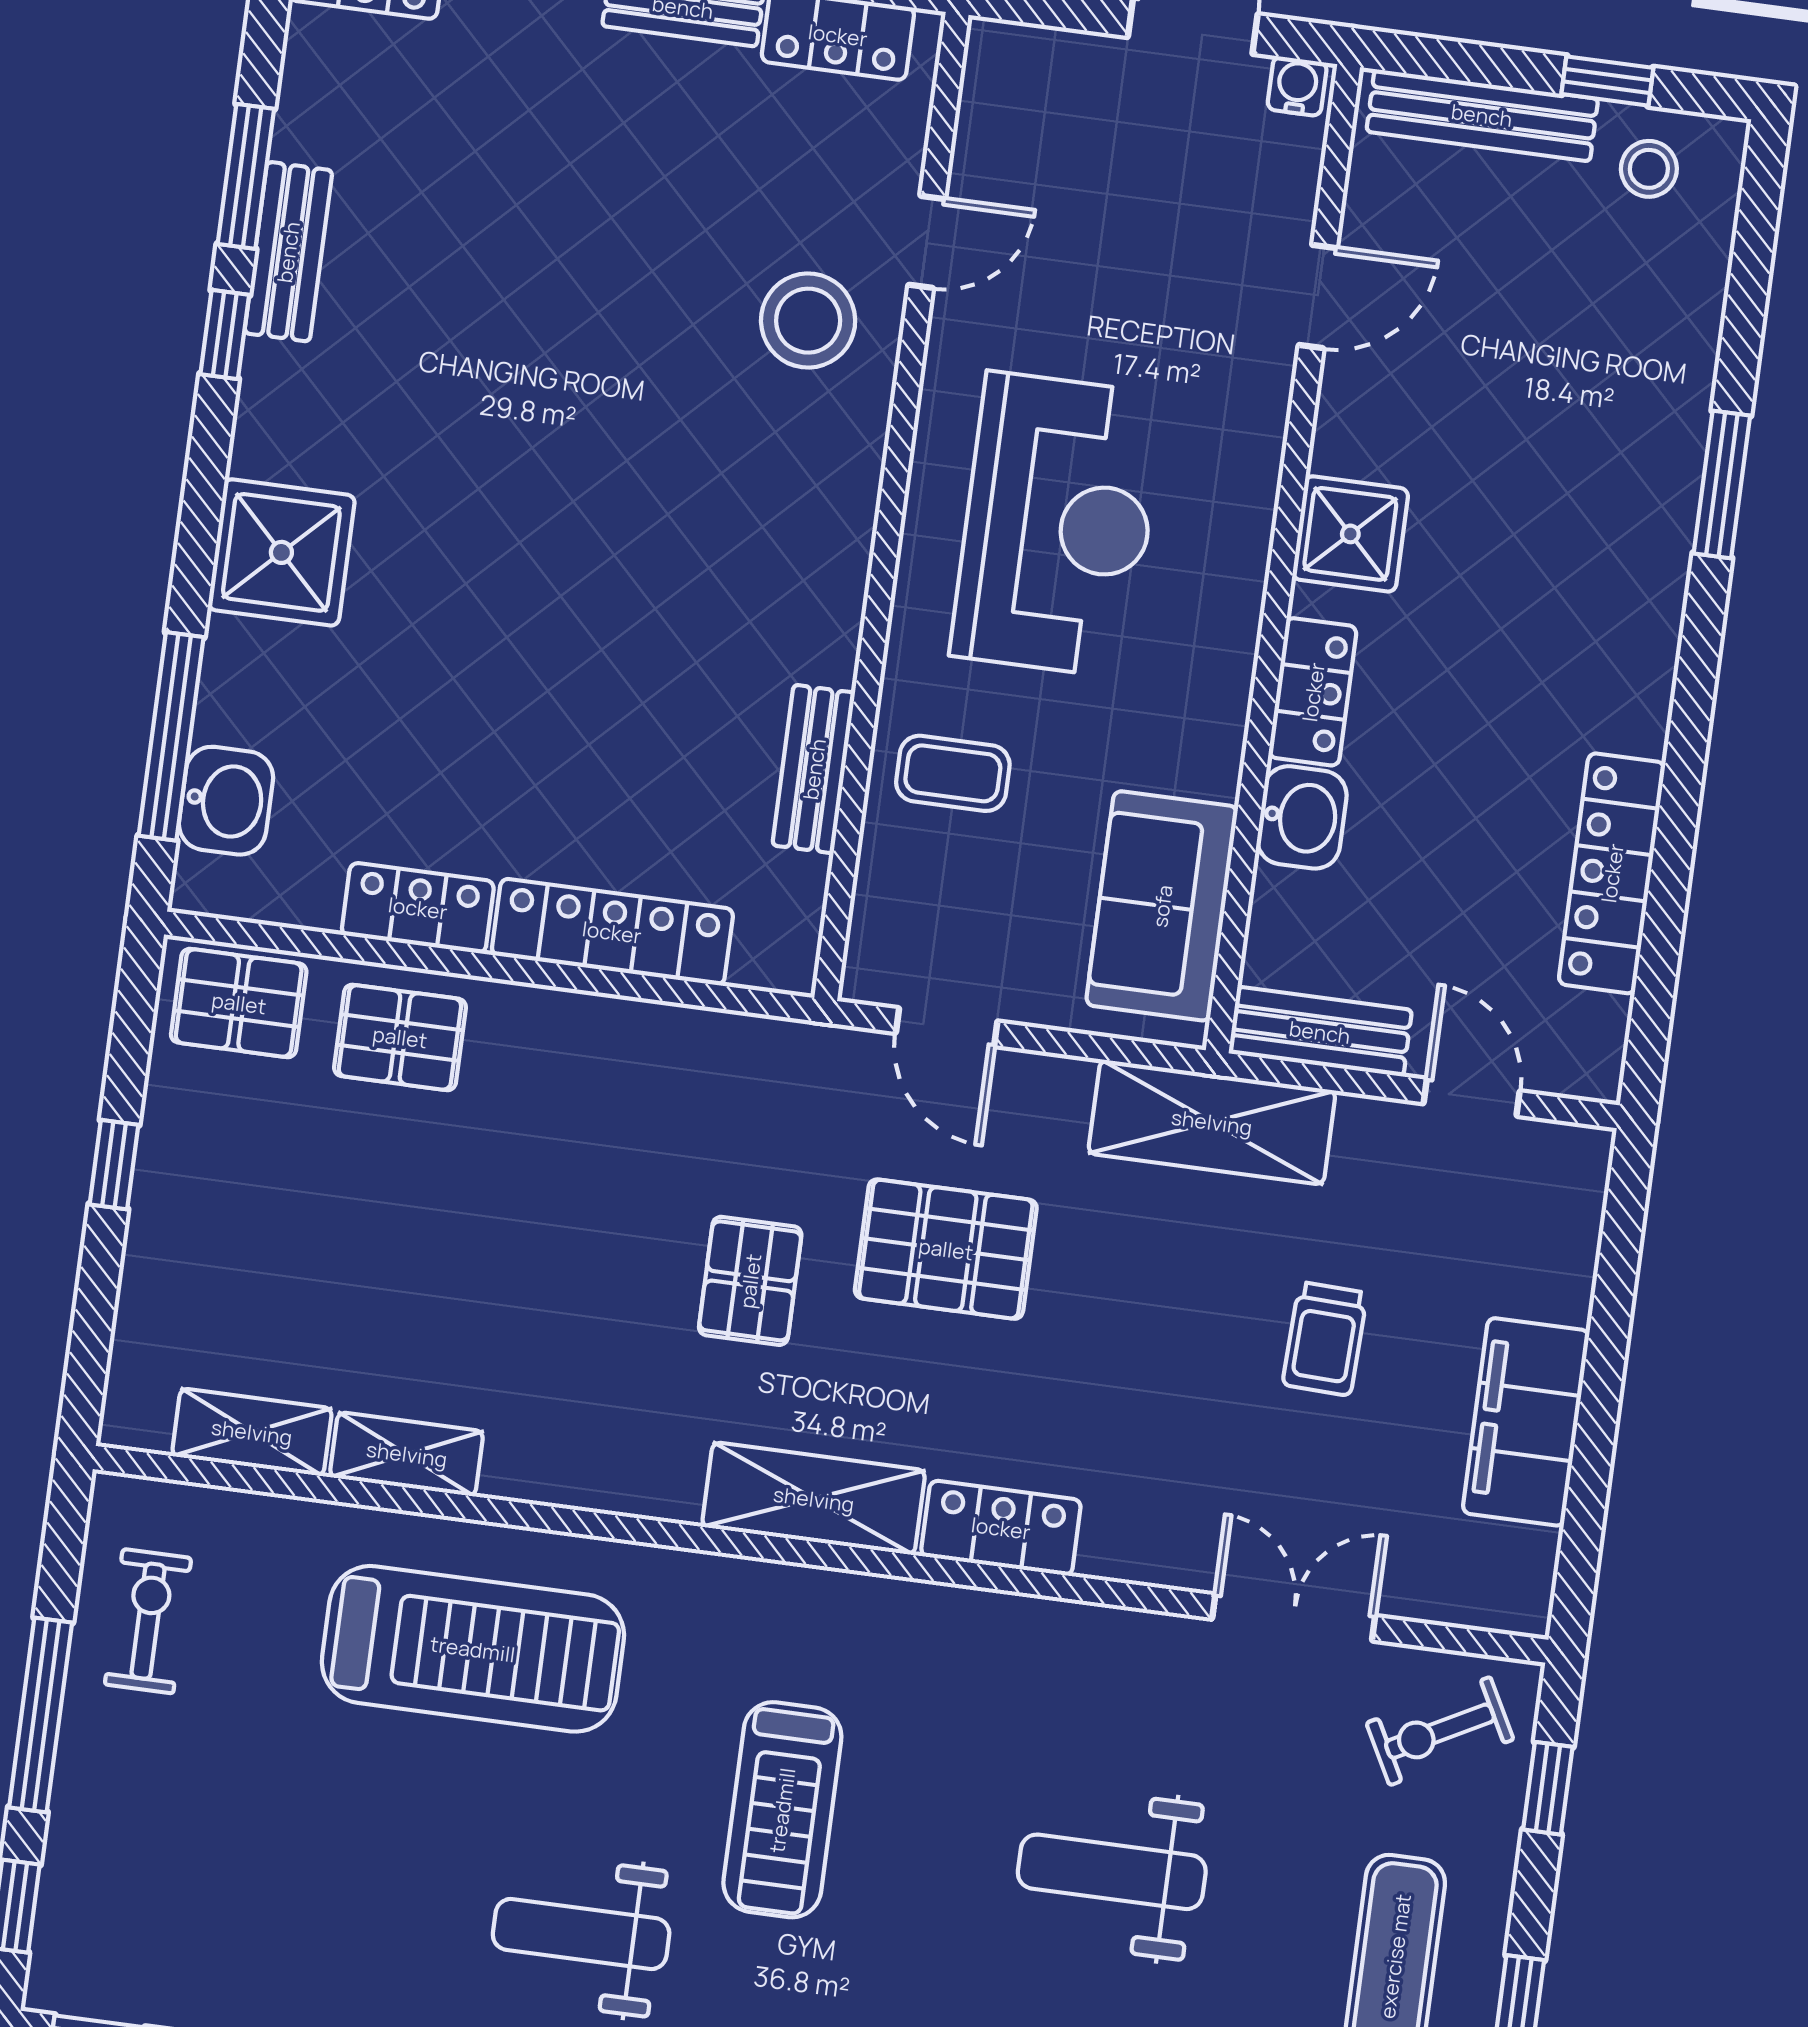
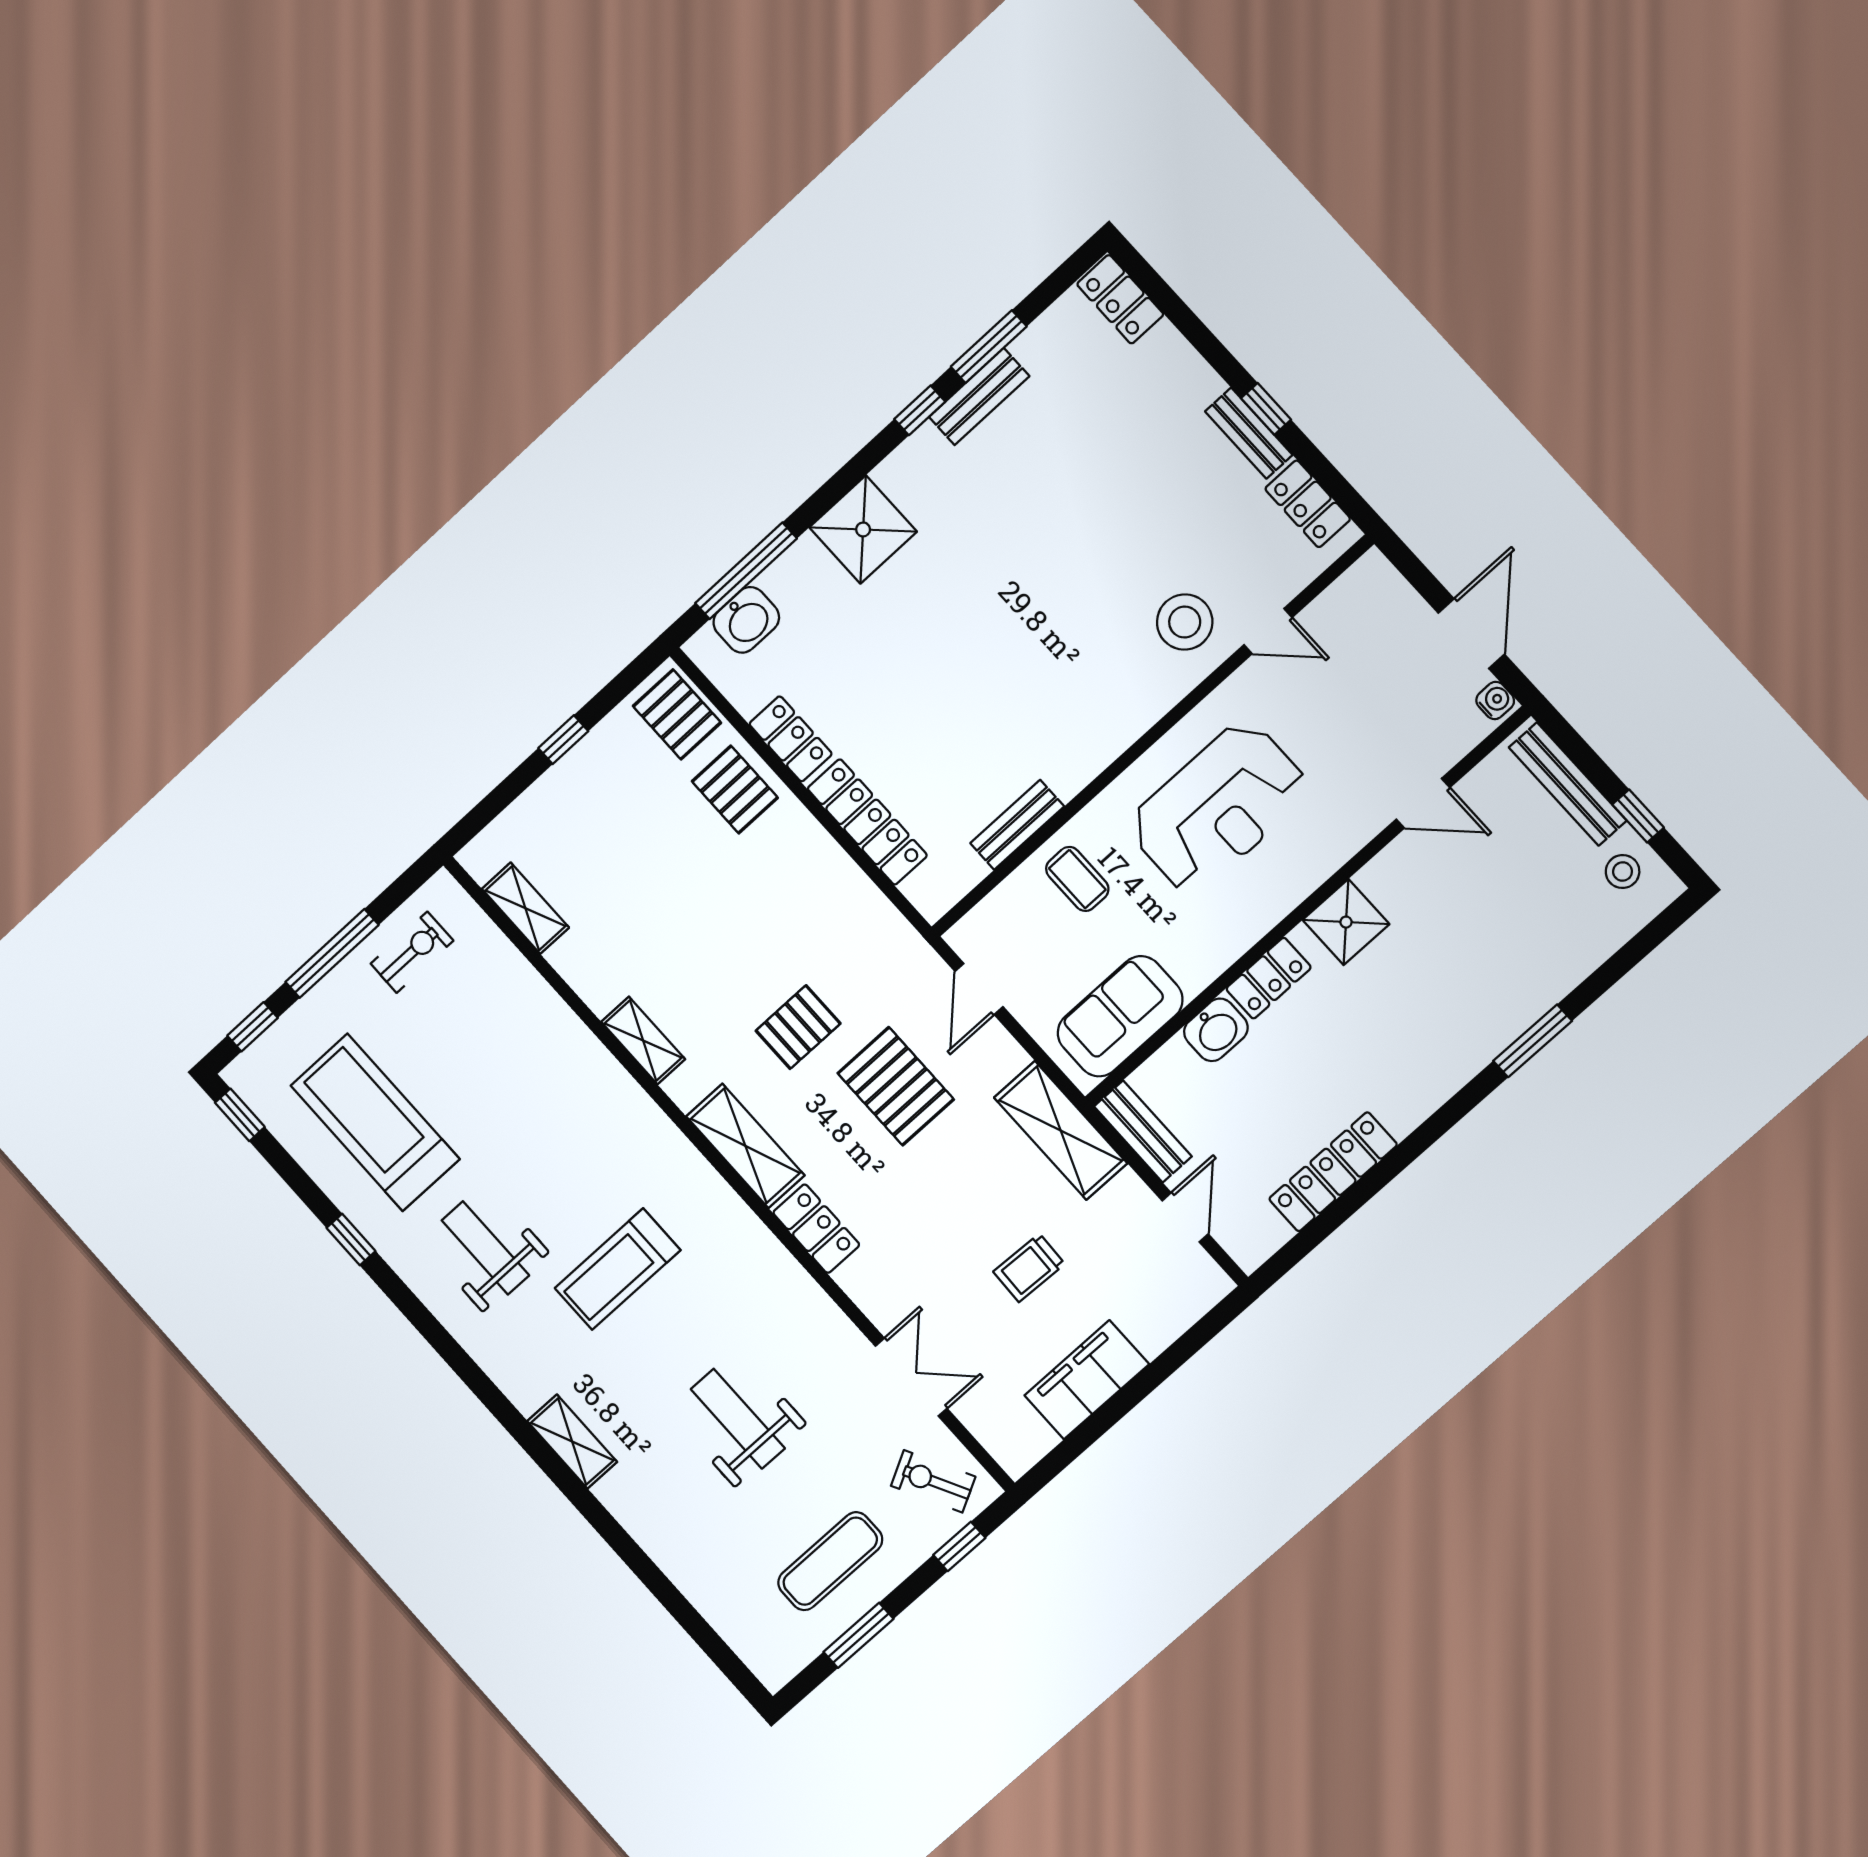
shelving: (407, 1454) -> (643, 1040), moved
treadmill: (473, 1649) -> (375, 1122), moved, turned 180

